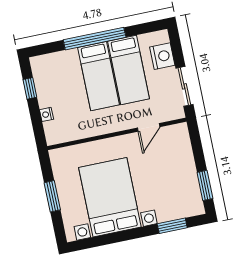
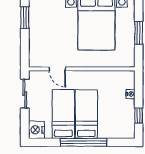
nightstand: (162, 56) -> (36, 130), moved
door: (149, 127) -> (57, 69), swing flipped

